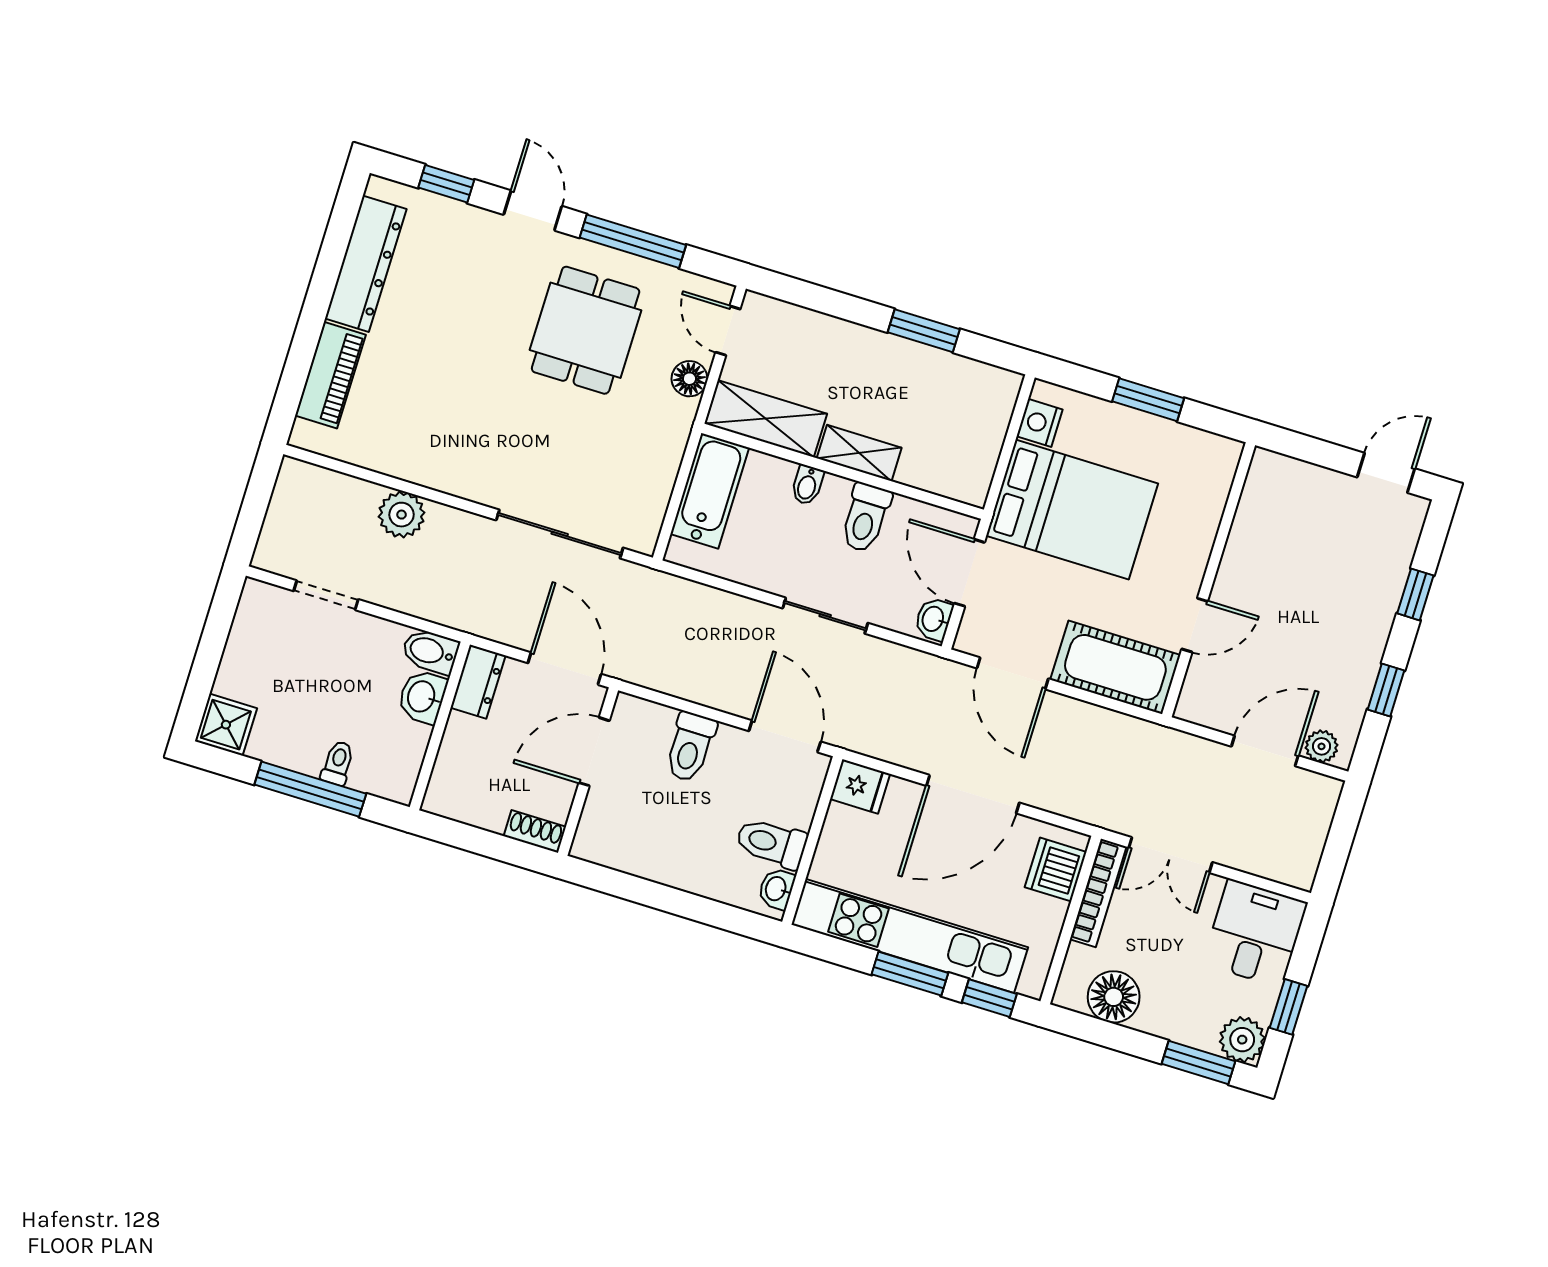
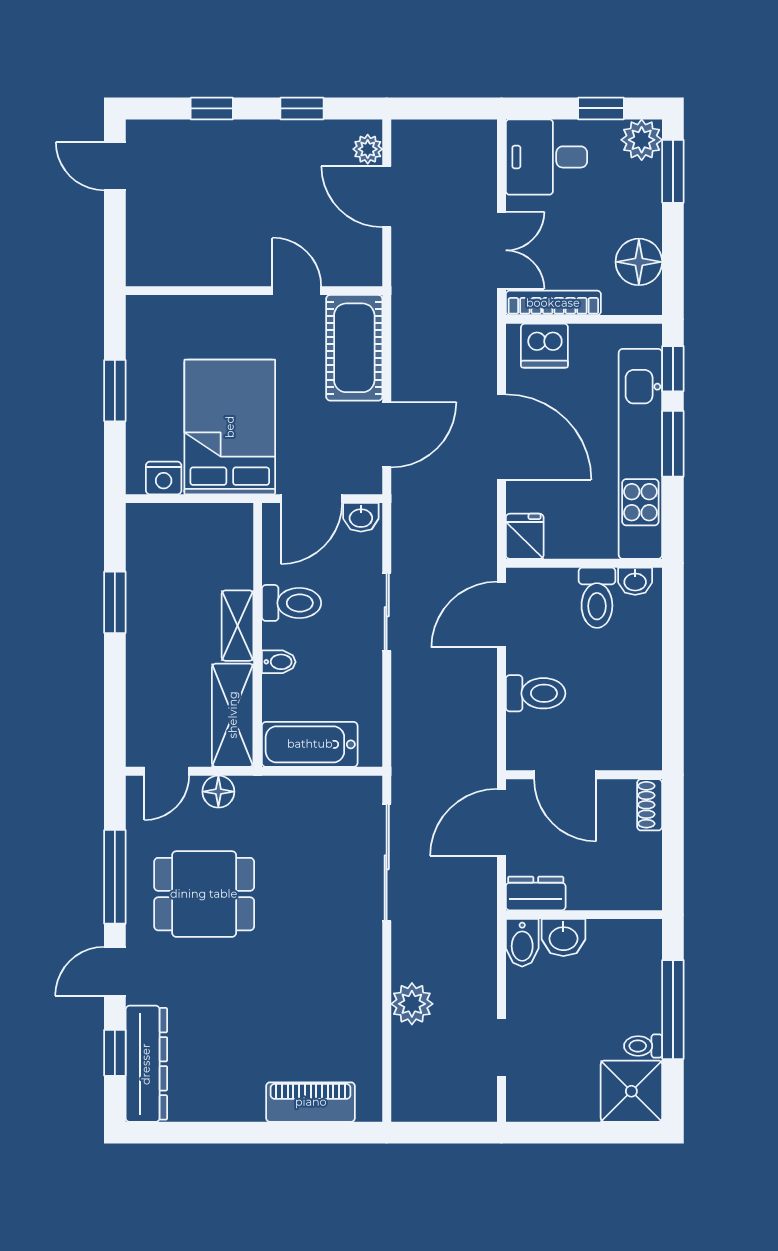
dresser: (366, 264) -> (146, 1064), moved, turned 90
shower: (226, 725) -> (631, 1091), width x1.36, depth x1.36
toilet: (338, 763) -> (643, 1046), moved

